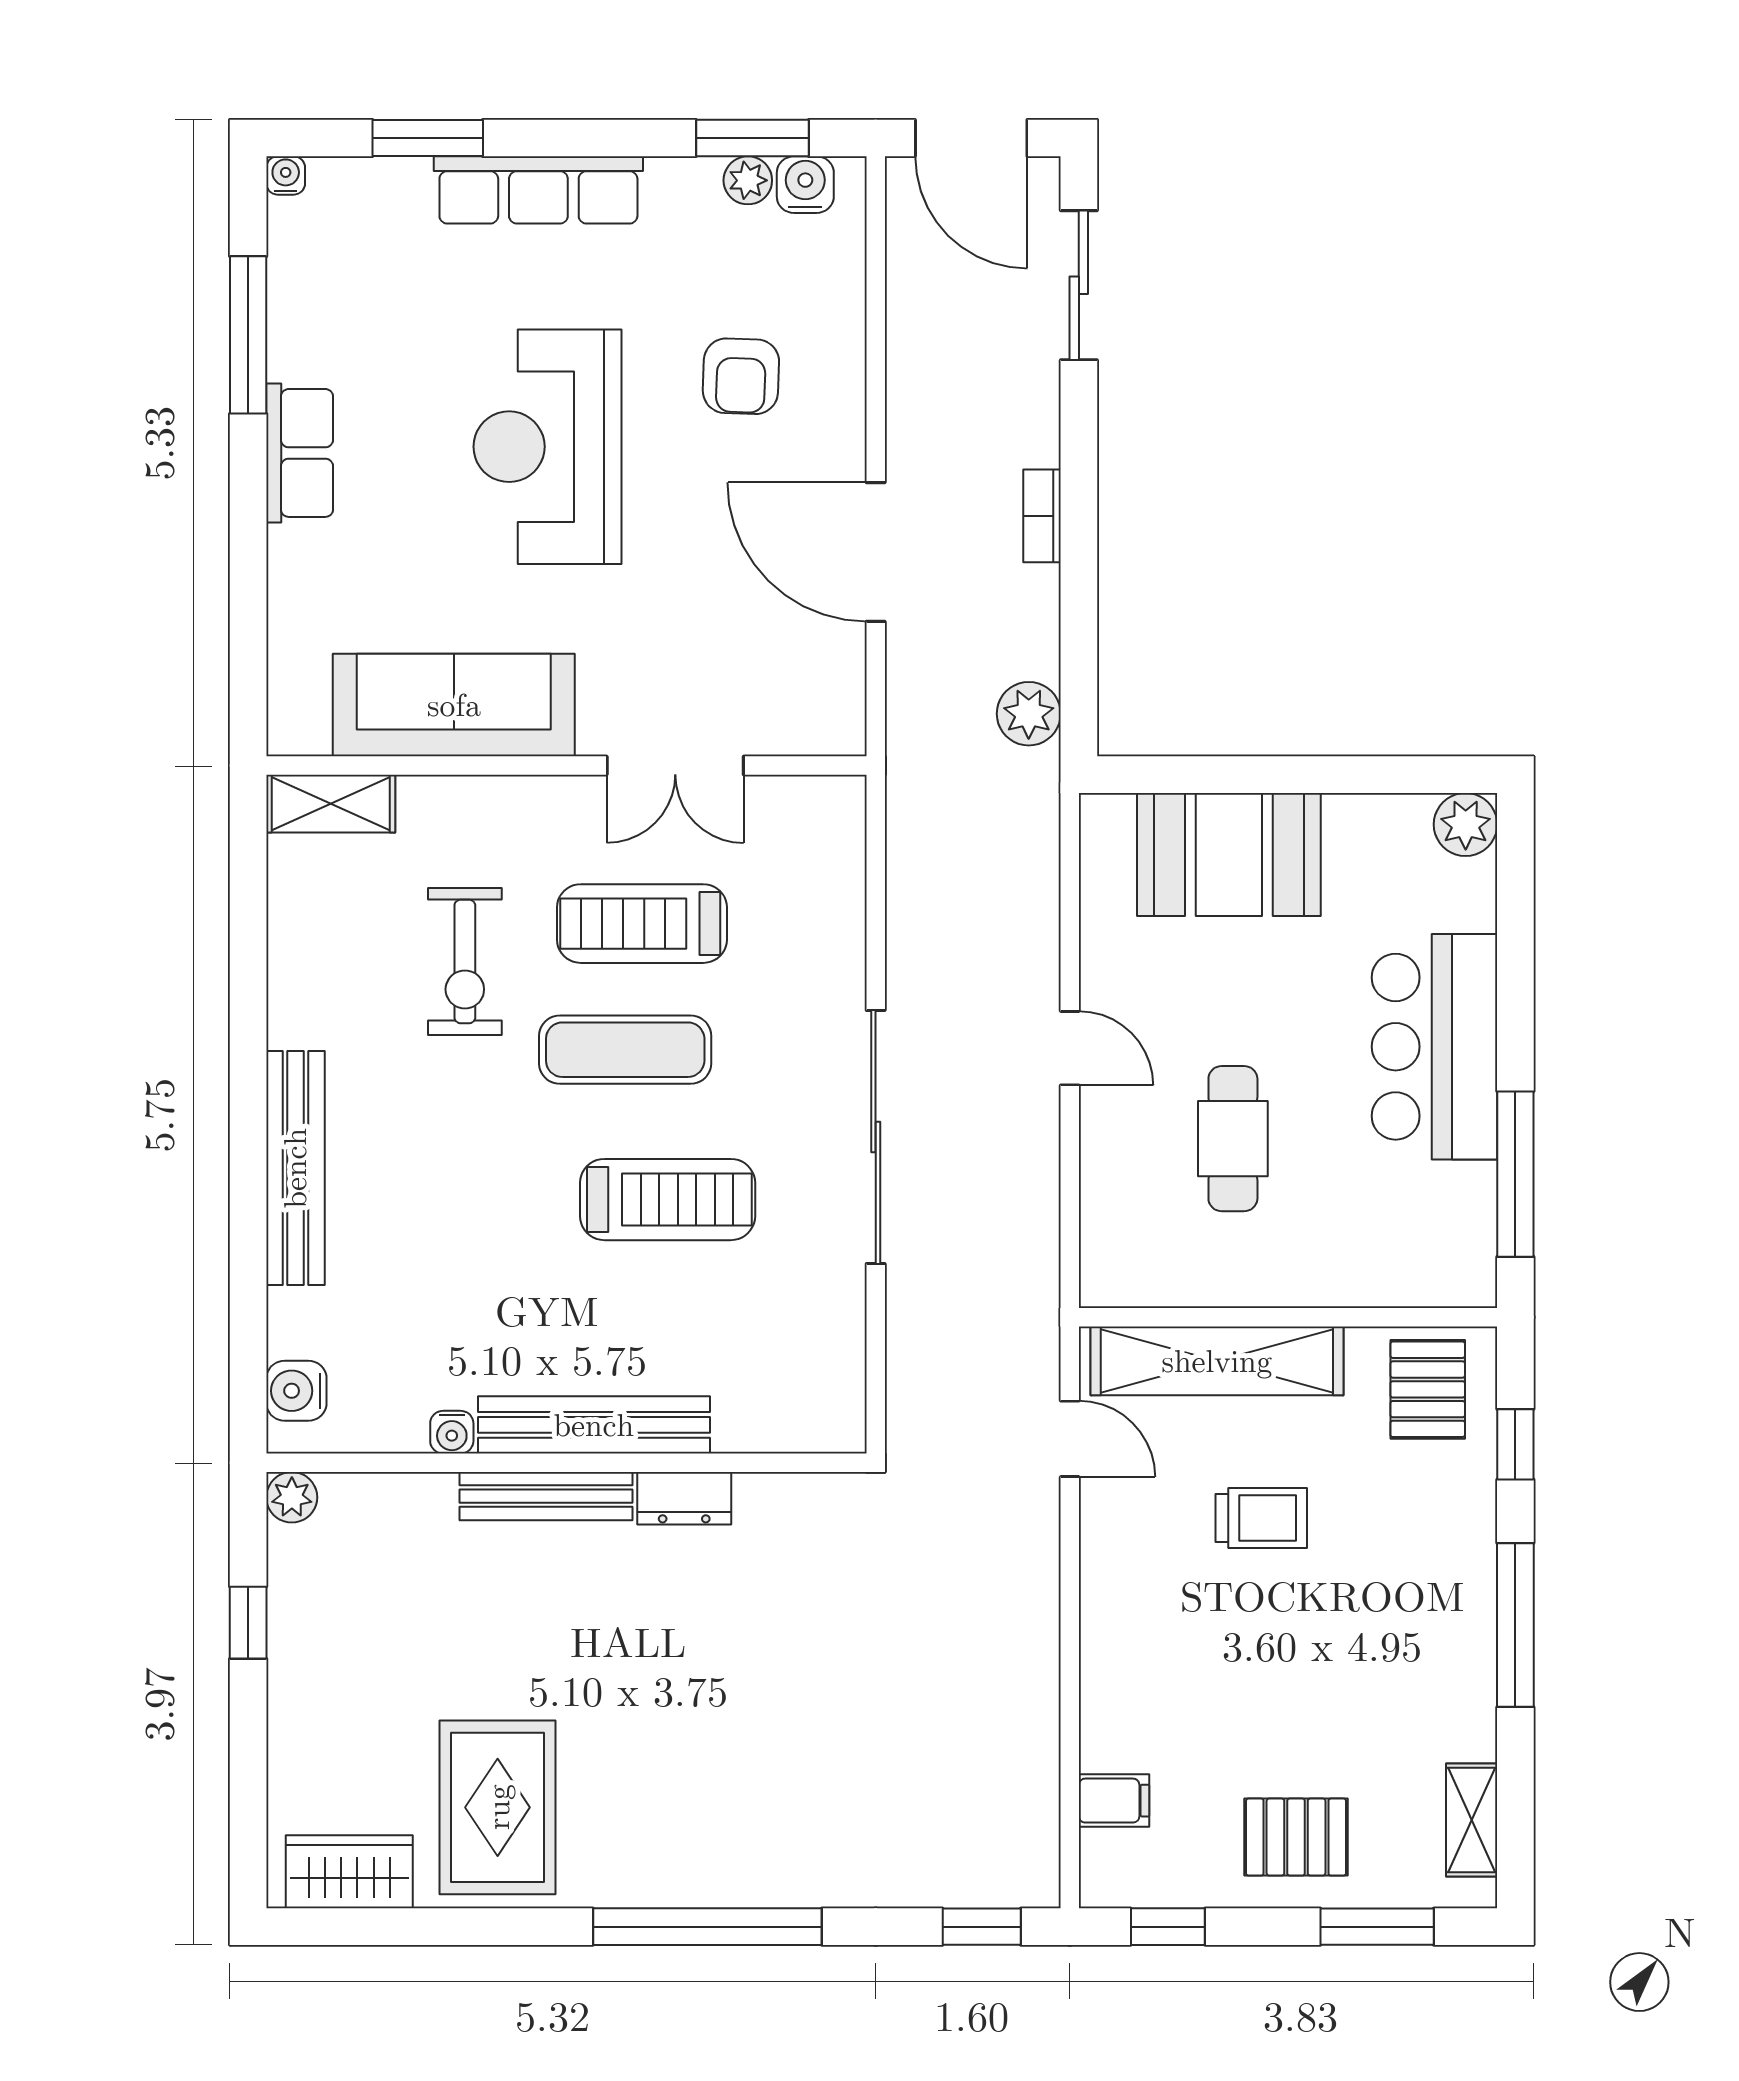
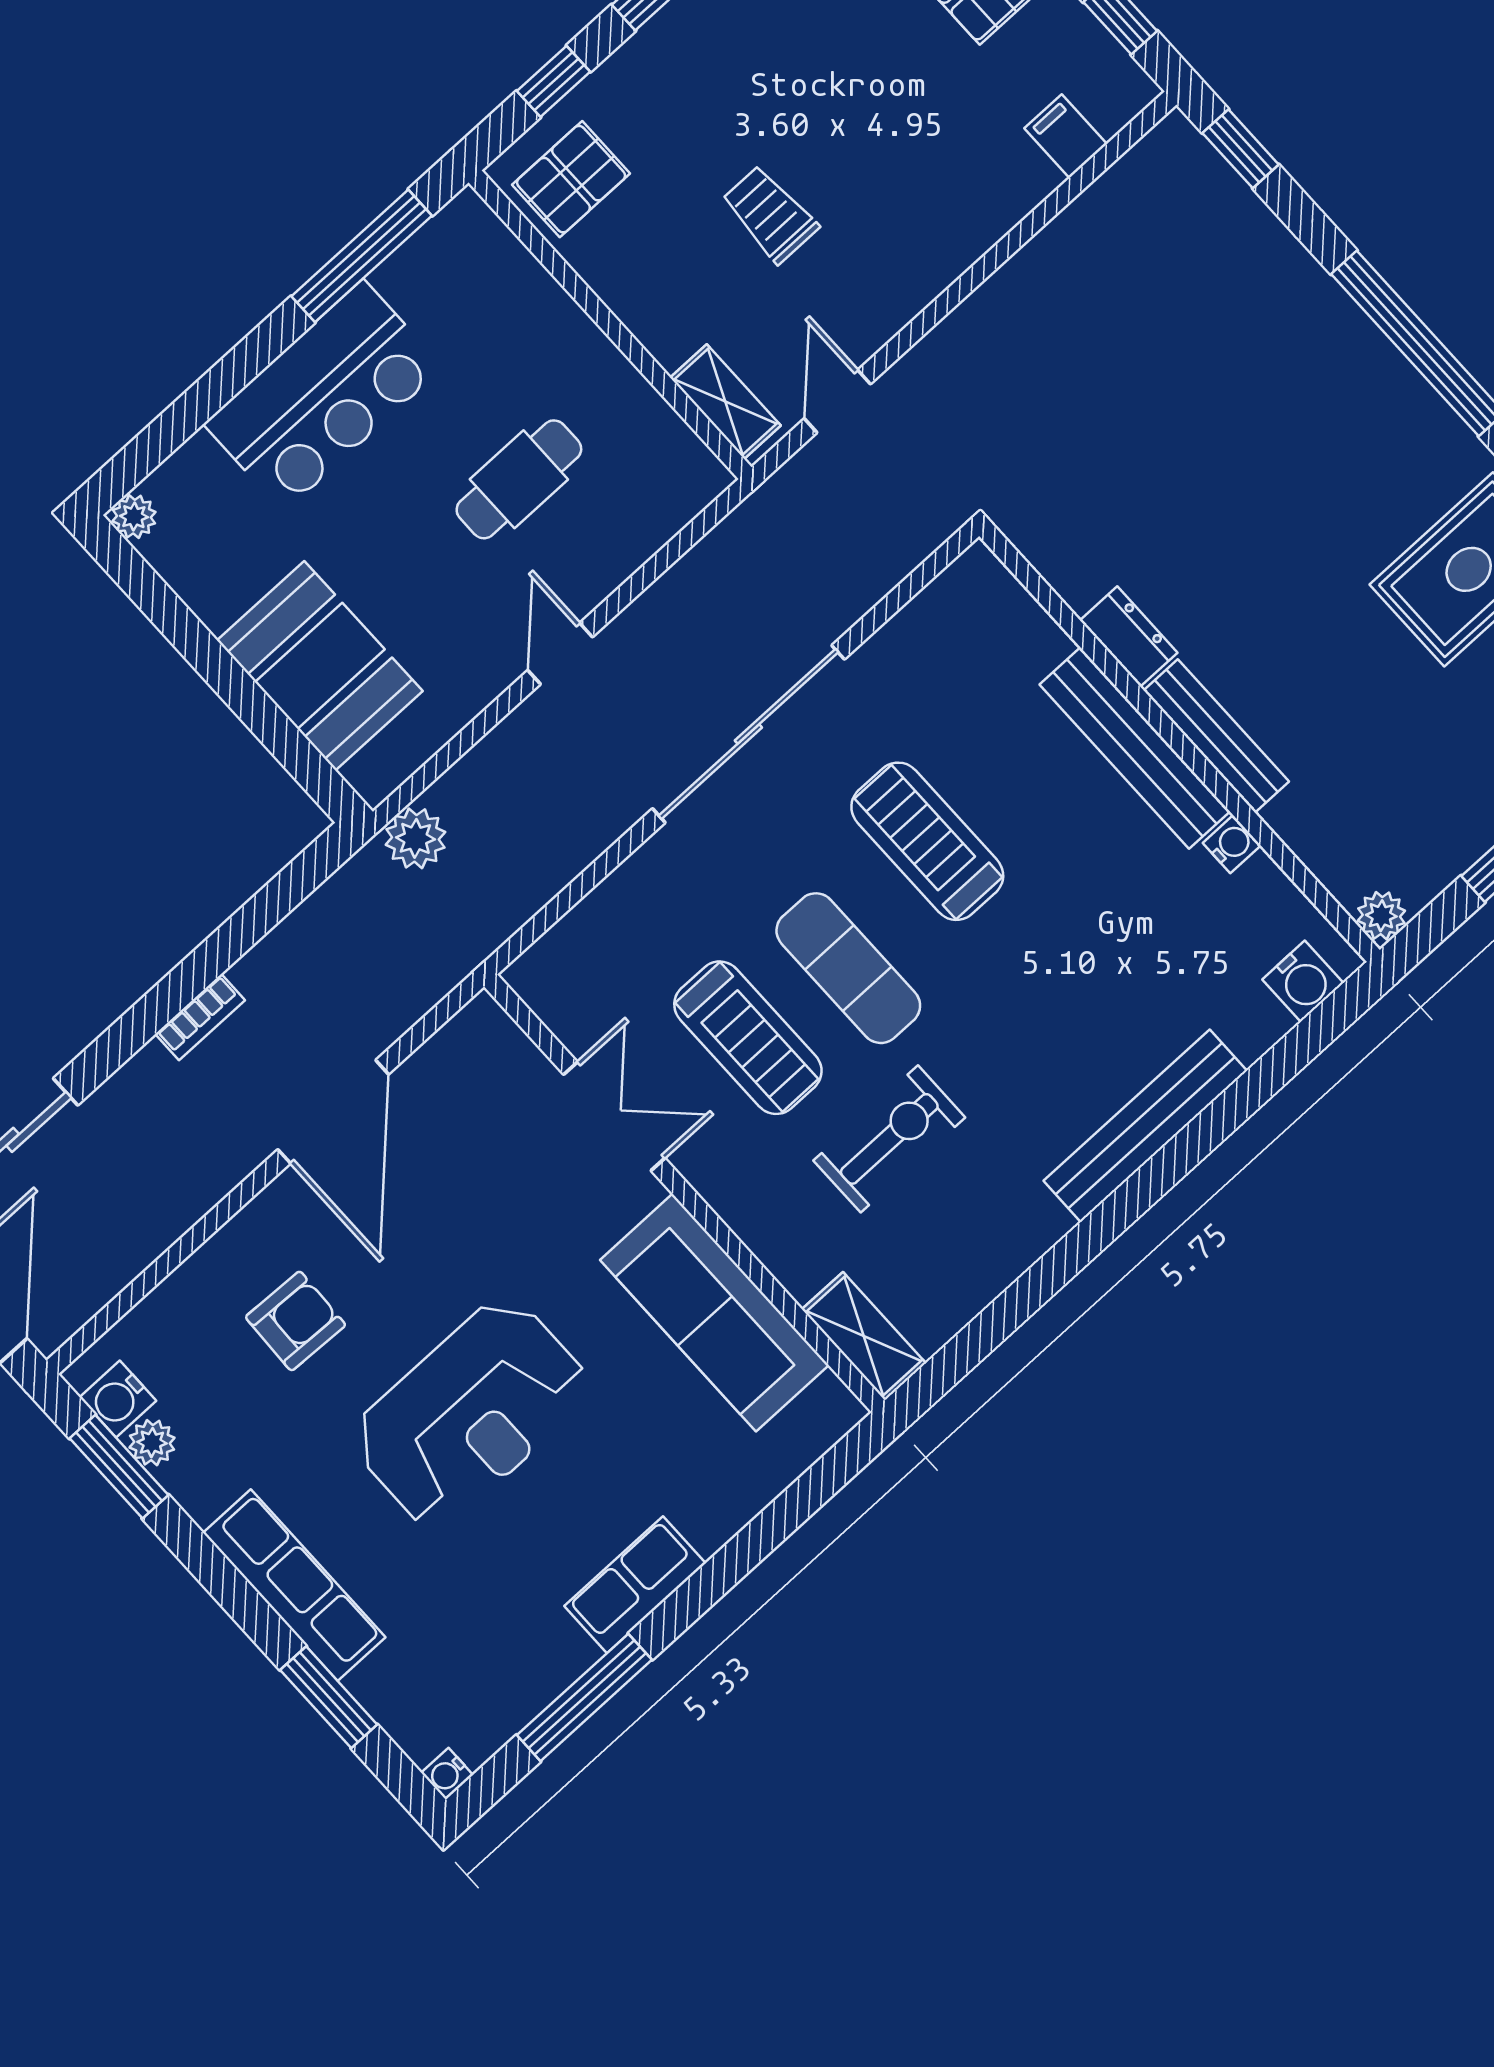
plant: (1029, 714) -> (415, 838), moved
plant: (1466, 824) -> (134, 517), width x0.73, depth x0.73
shelving: (1217, 1361) -> (725, 402), width x0.45, depth x0.75

